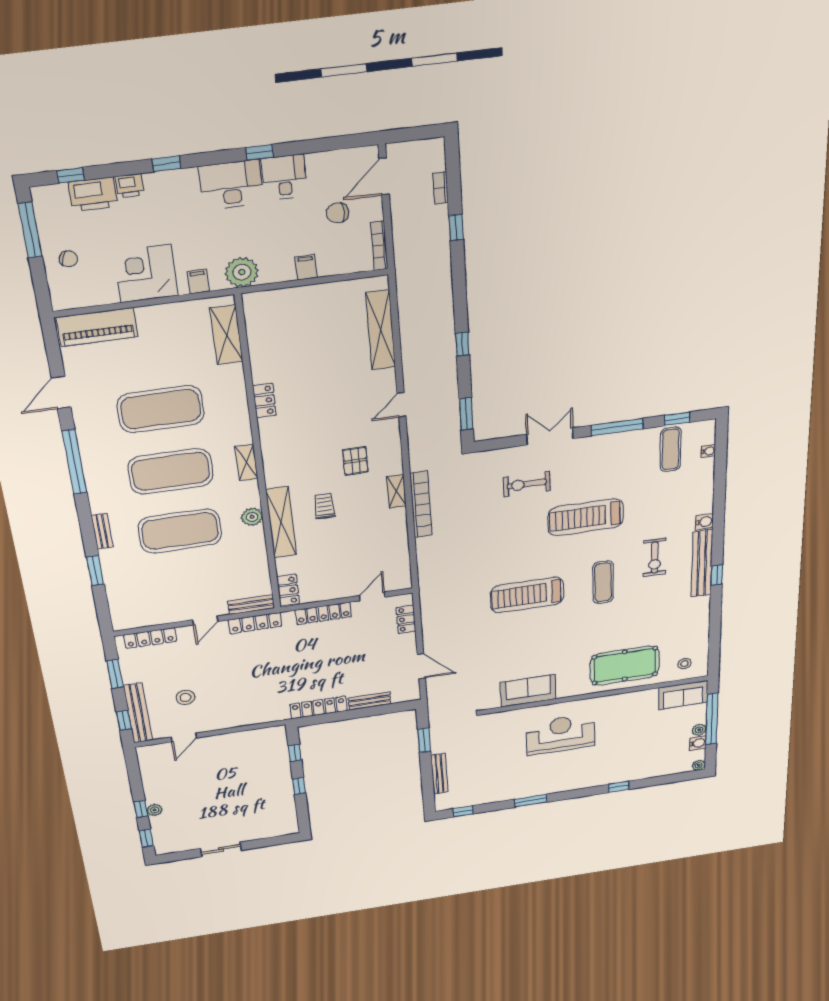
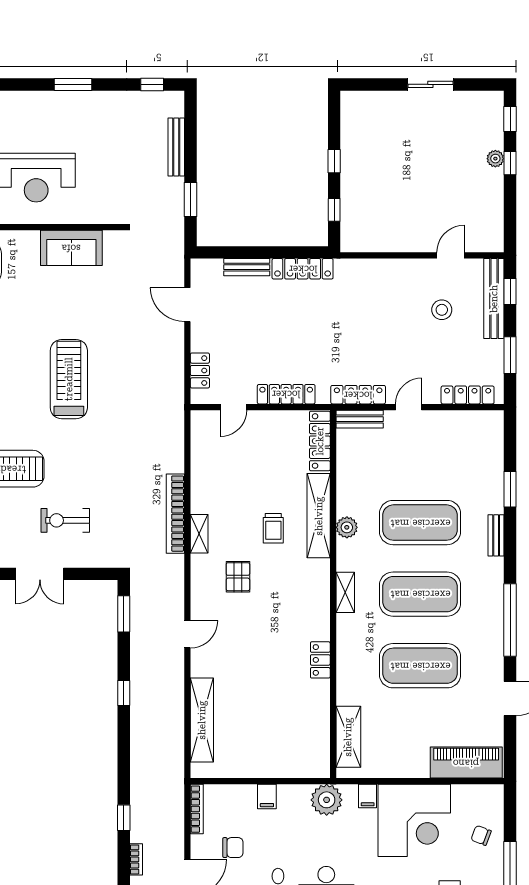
corner desk: (146, 274) -> (414, 820), width x1.36, depth x1.36
exercise bike: (527, 484) -> (65, 520), turned 180
locker: (288, 590) -> (320, 441), width x1.53
treadmill: (527, 595) -> (69, 379), turned -90

